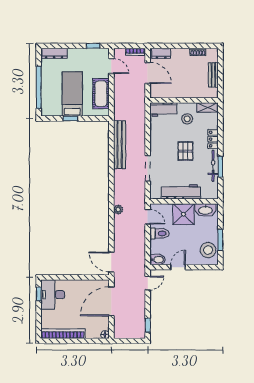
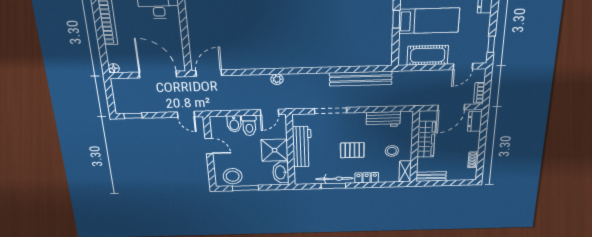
bench: (213, 75) -> (431, 176), moved
wardrobe: (177, 91) -> (426, 139), added
workbench: (163, 110) -> (383, 119), moved, turned -90
bidet: (158, 260) -> (234, 124), moved

